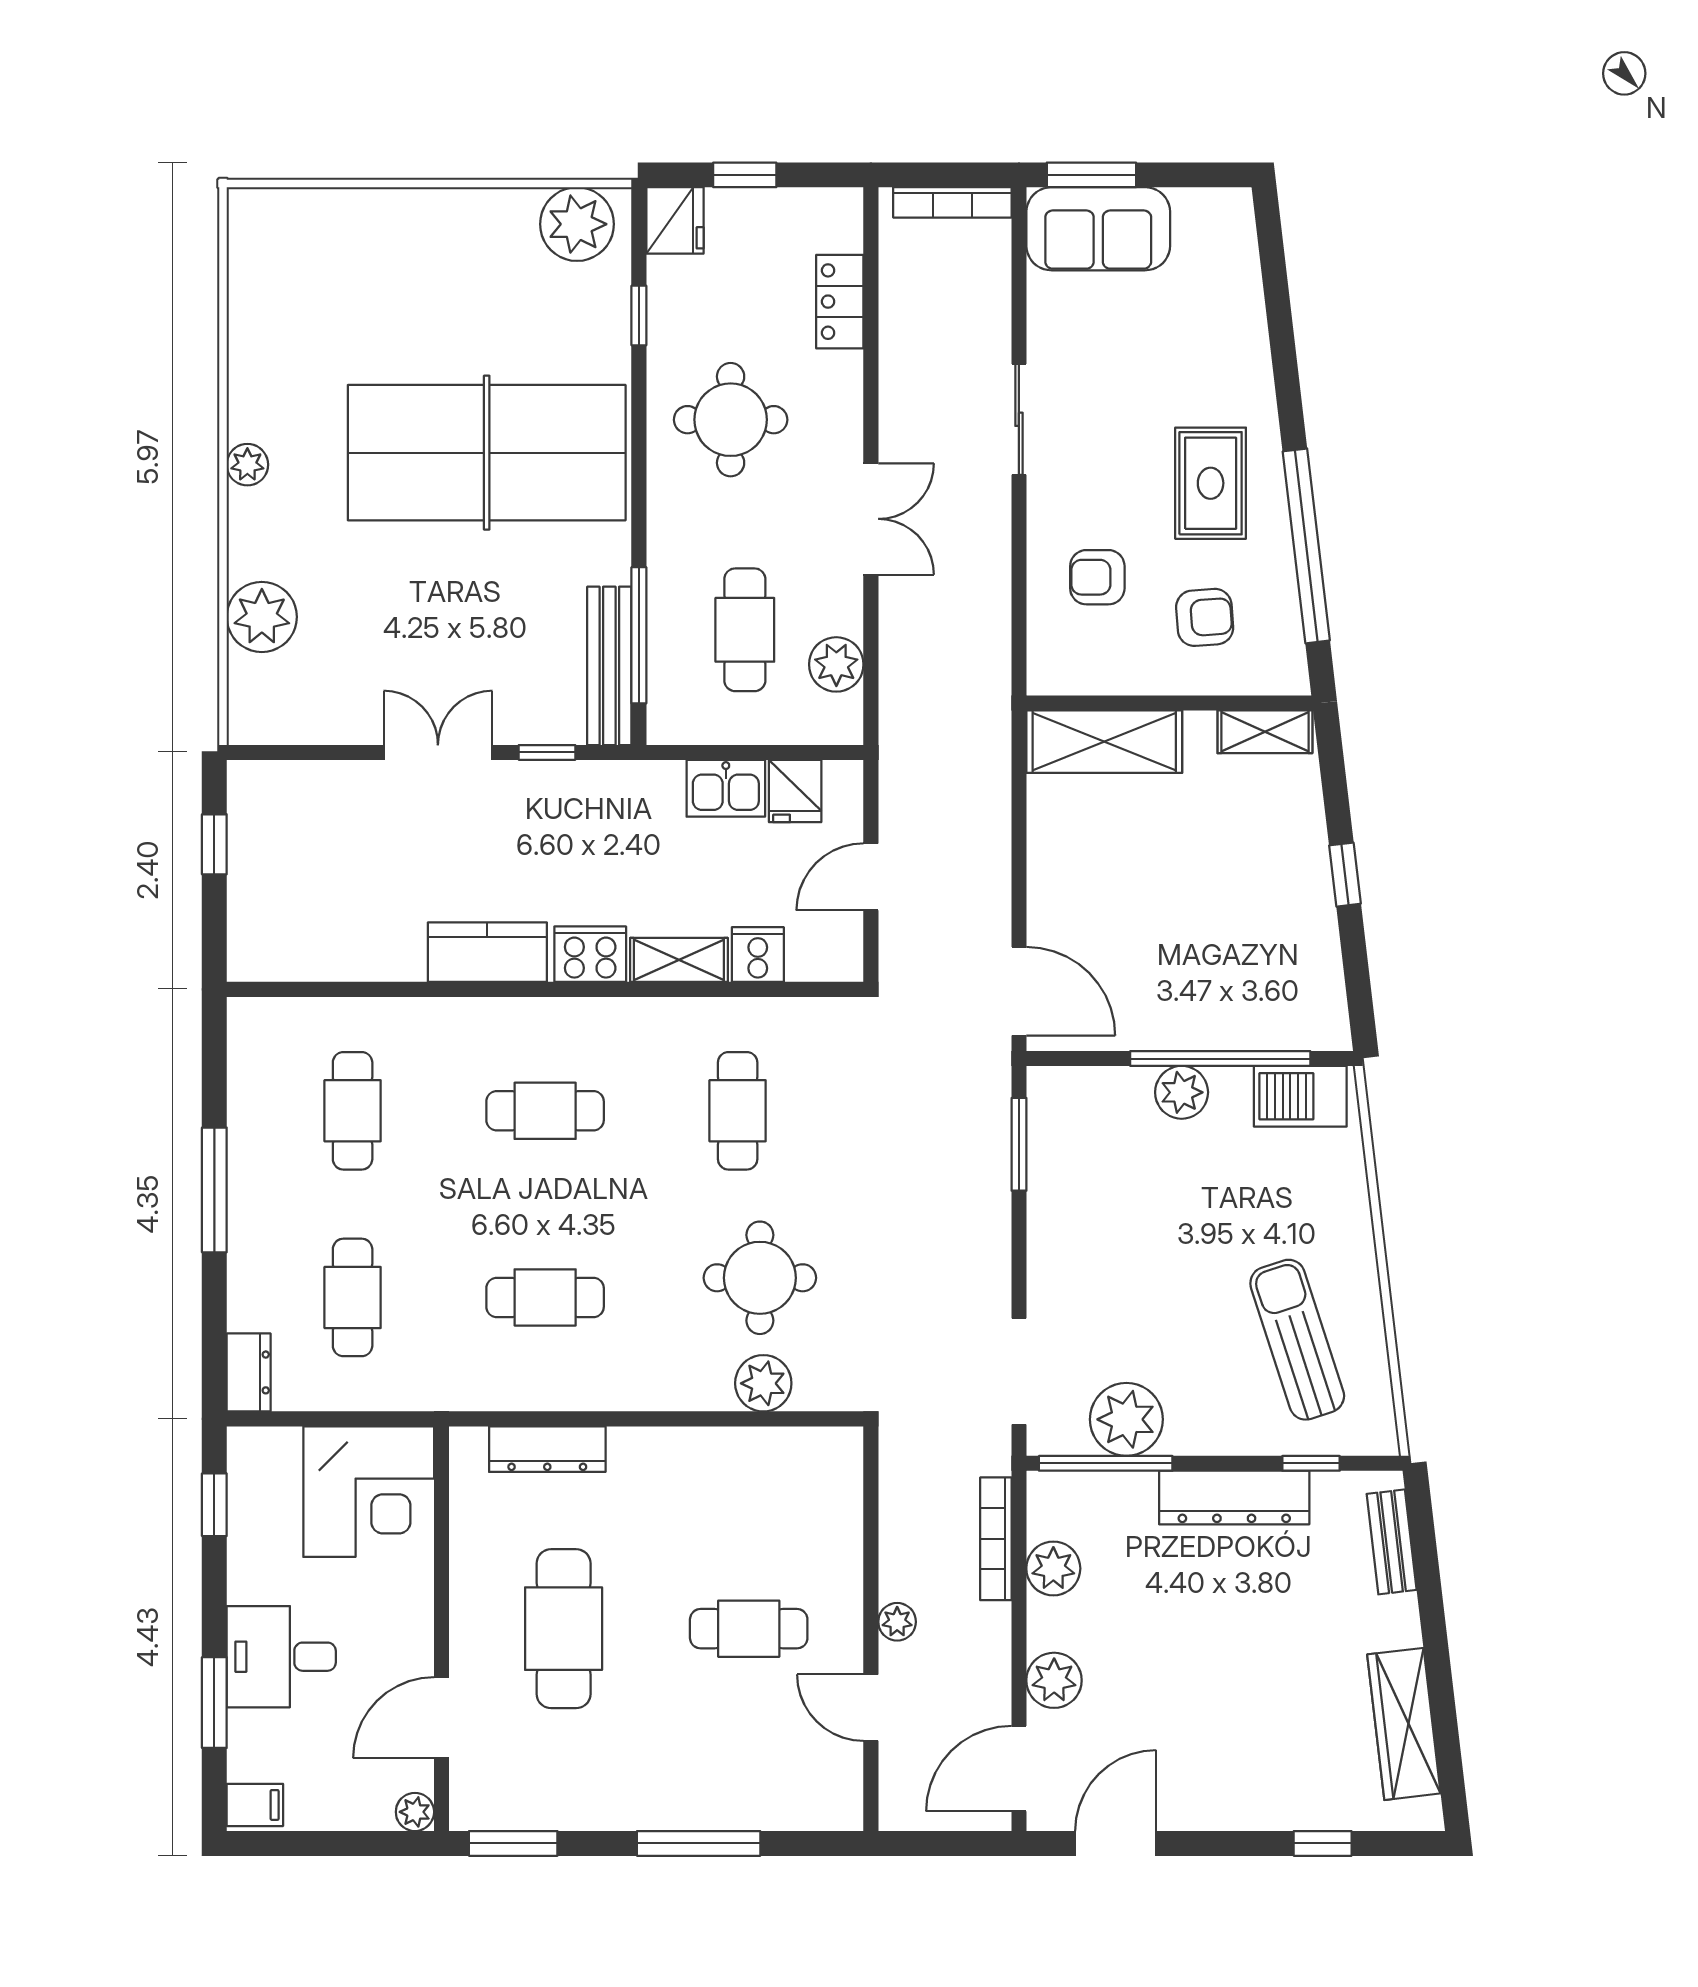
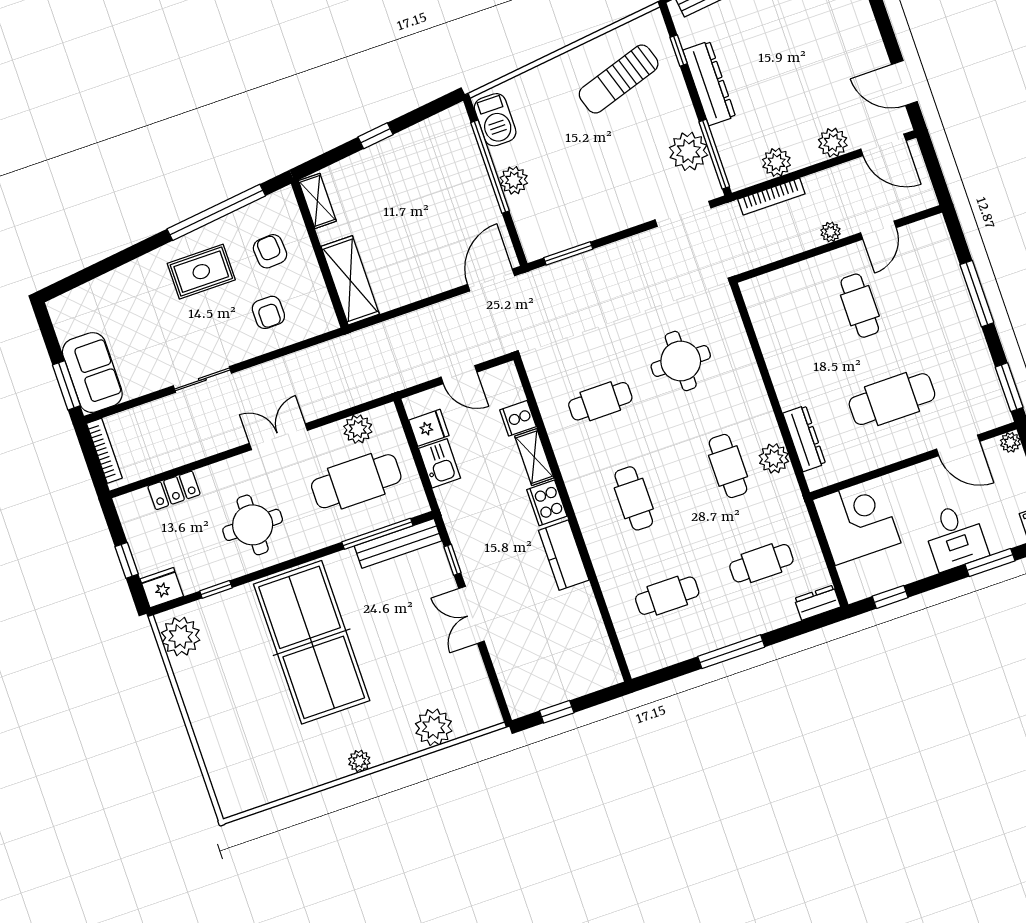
cafe table: (745, 630) -> (356, 481), width x1.37, depth x1.35
plant: (763, 1383) -> (774, 458), moved

